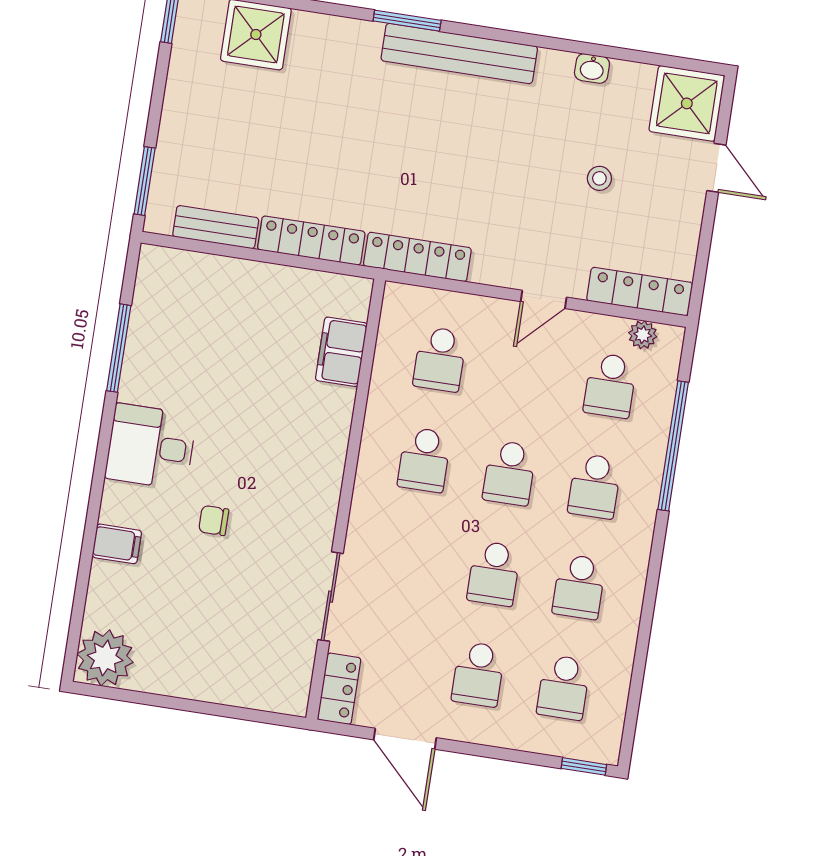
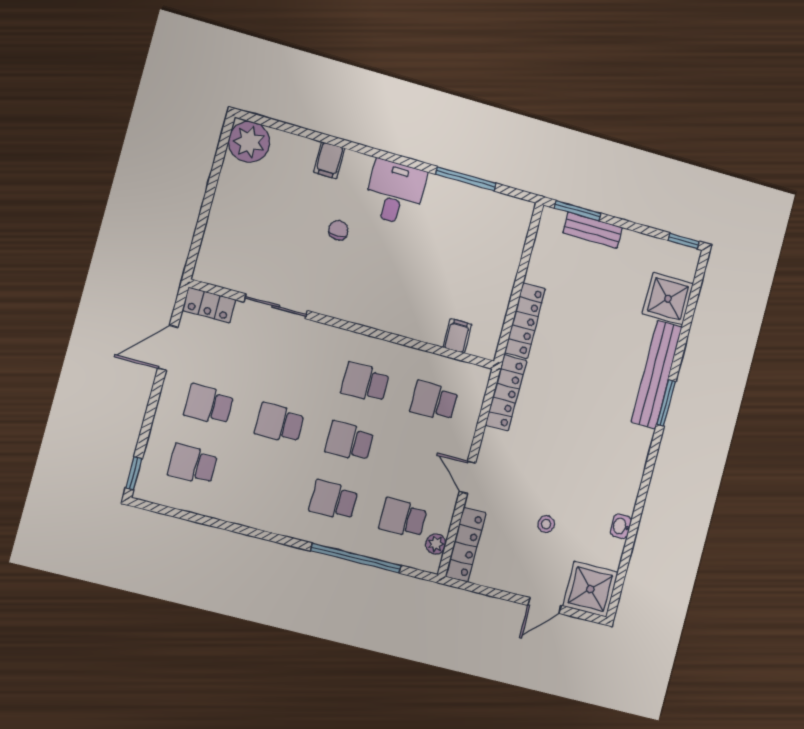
bench: (459, 53) -> (657, 374), moved
bench: (216, 227) -> (593, 230), moved, turned 90
filing cabinet: (341, 352) -> (457, 336), width x0.50
school desk: (579, 587) -> (264, 482), removed

